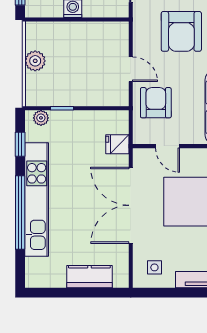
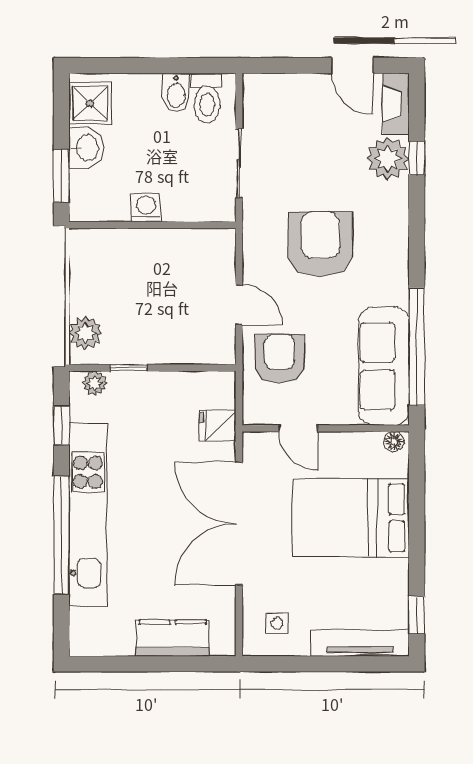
armchair: (181, 31) -> (320, 244), turned 180
plant: (35, 61) -> (85, 333), moved

